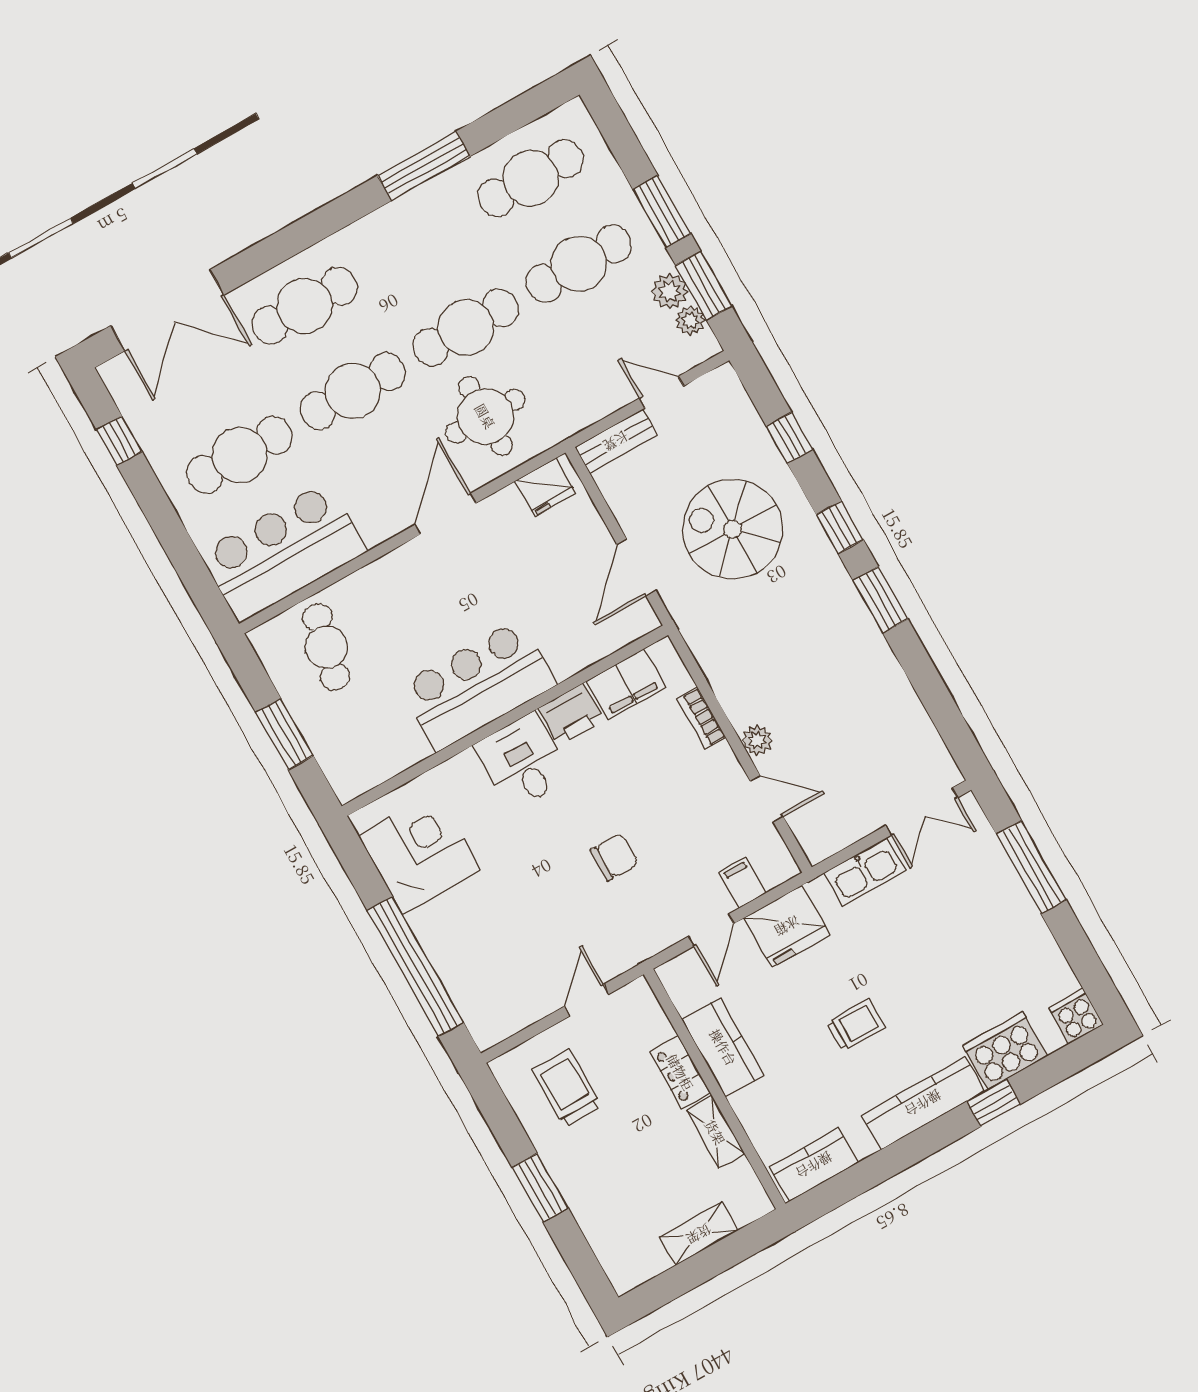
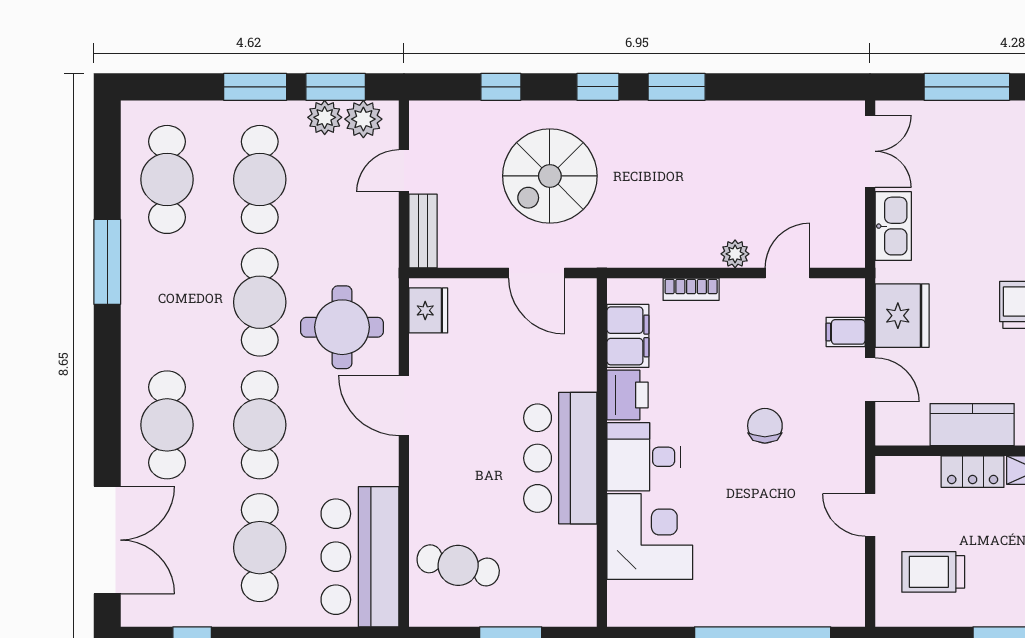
plant: (690, 320) -> (363, 119), width x1.38, depth x1.38
corner desk: (420, 853) -> (650, 537), moved, turned 90

